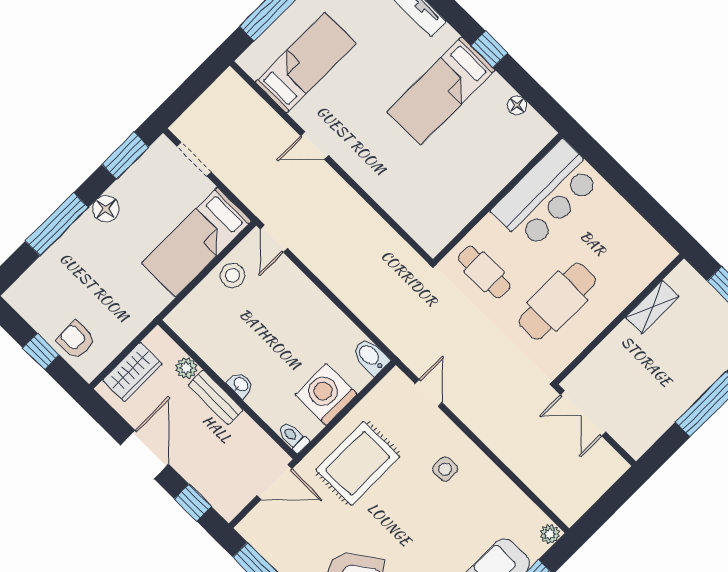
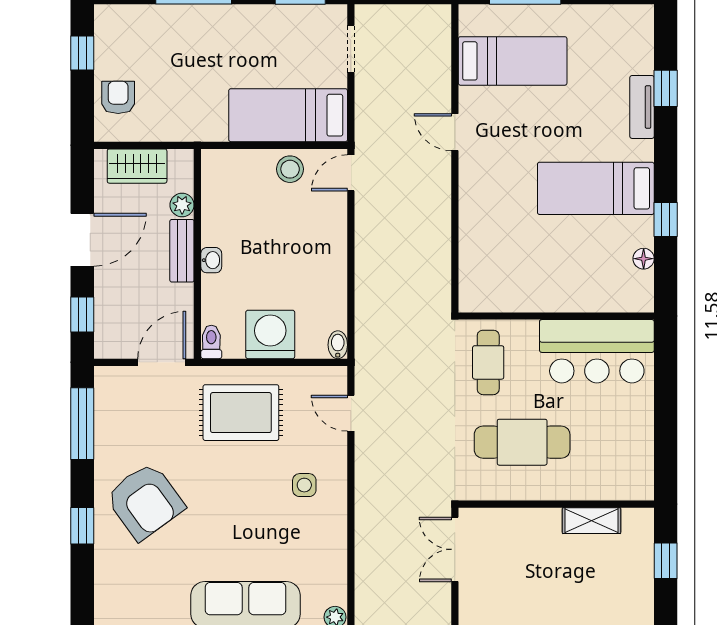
window: (489, 49) -> (666, 220), moved
floor lamp: (106, 209) -> (244, 19), removed
window: (41, 351) -> (82, 53), moved
bidet: (371, 357) -> (338, 345), width x0.72, depth x0.74
door: (429, 393) -> (351, 413), swing flipped
door: (275, 482) -> (162, 362), swing flipped

